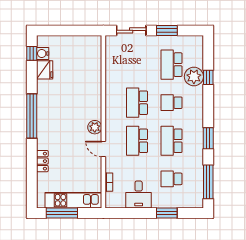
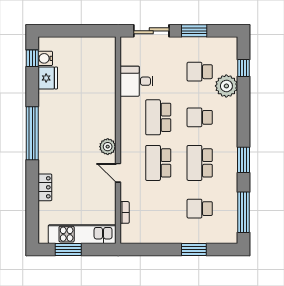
school desk: (172, 65) -> (200, 72), width x0.54
window: (208, 77) -> (244, 68), moved
desk: (139, 195) -> (137, 81), moved, turned 90
window: (62, 213) -> (68, 250), width x0.69

